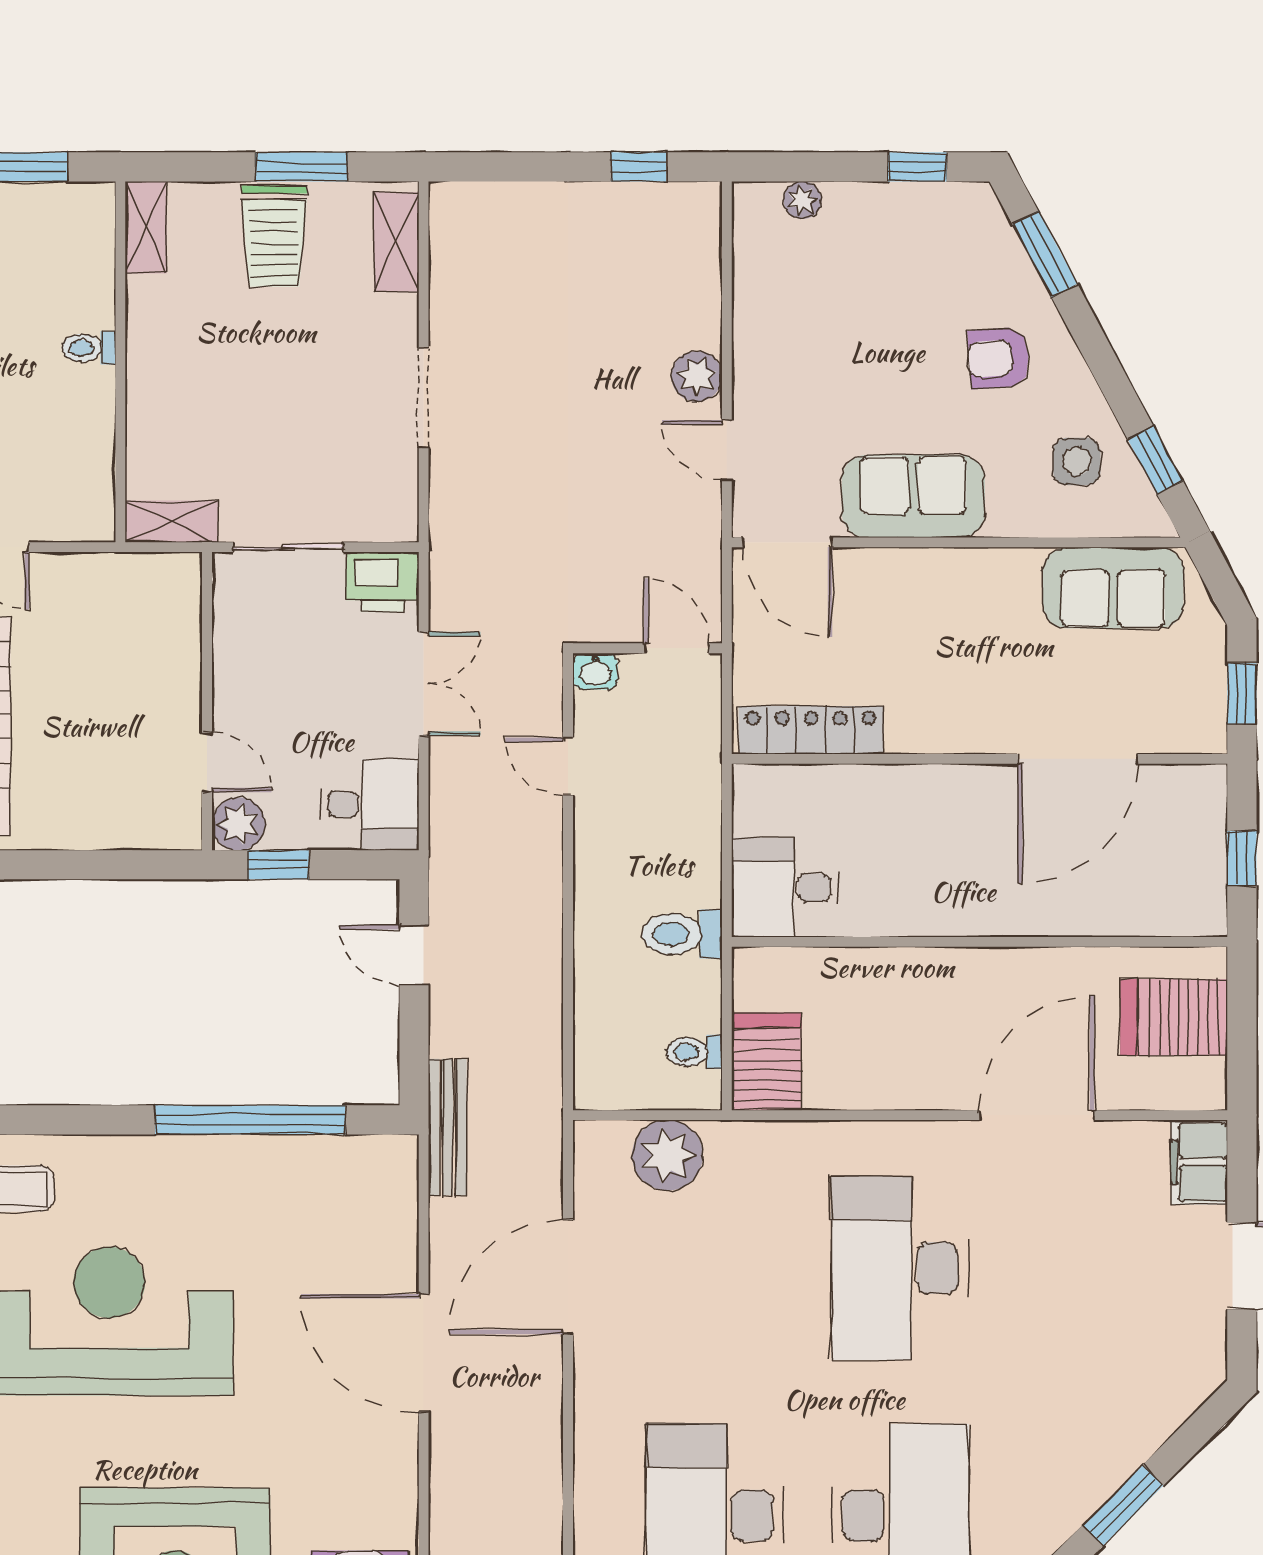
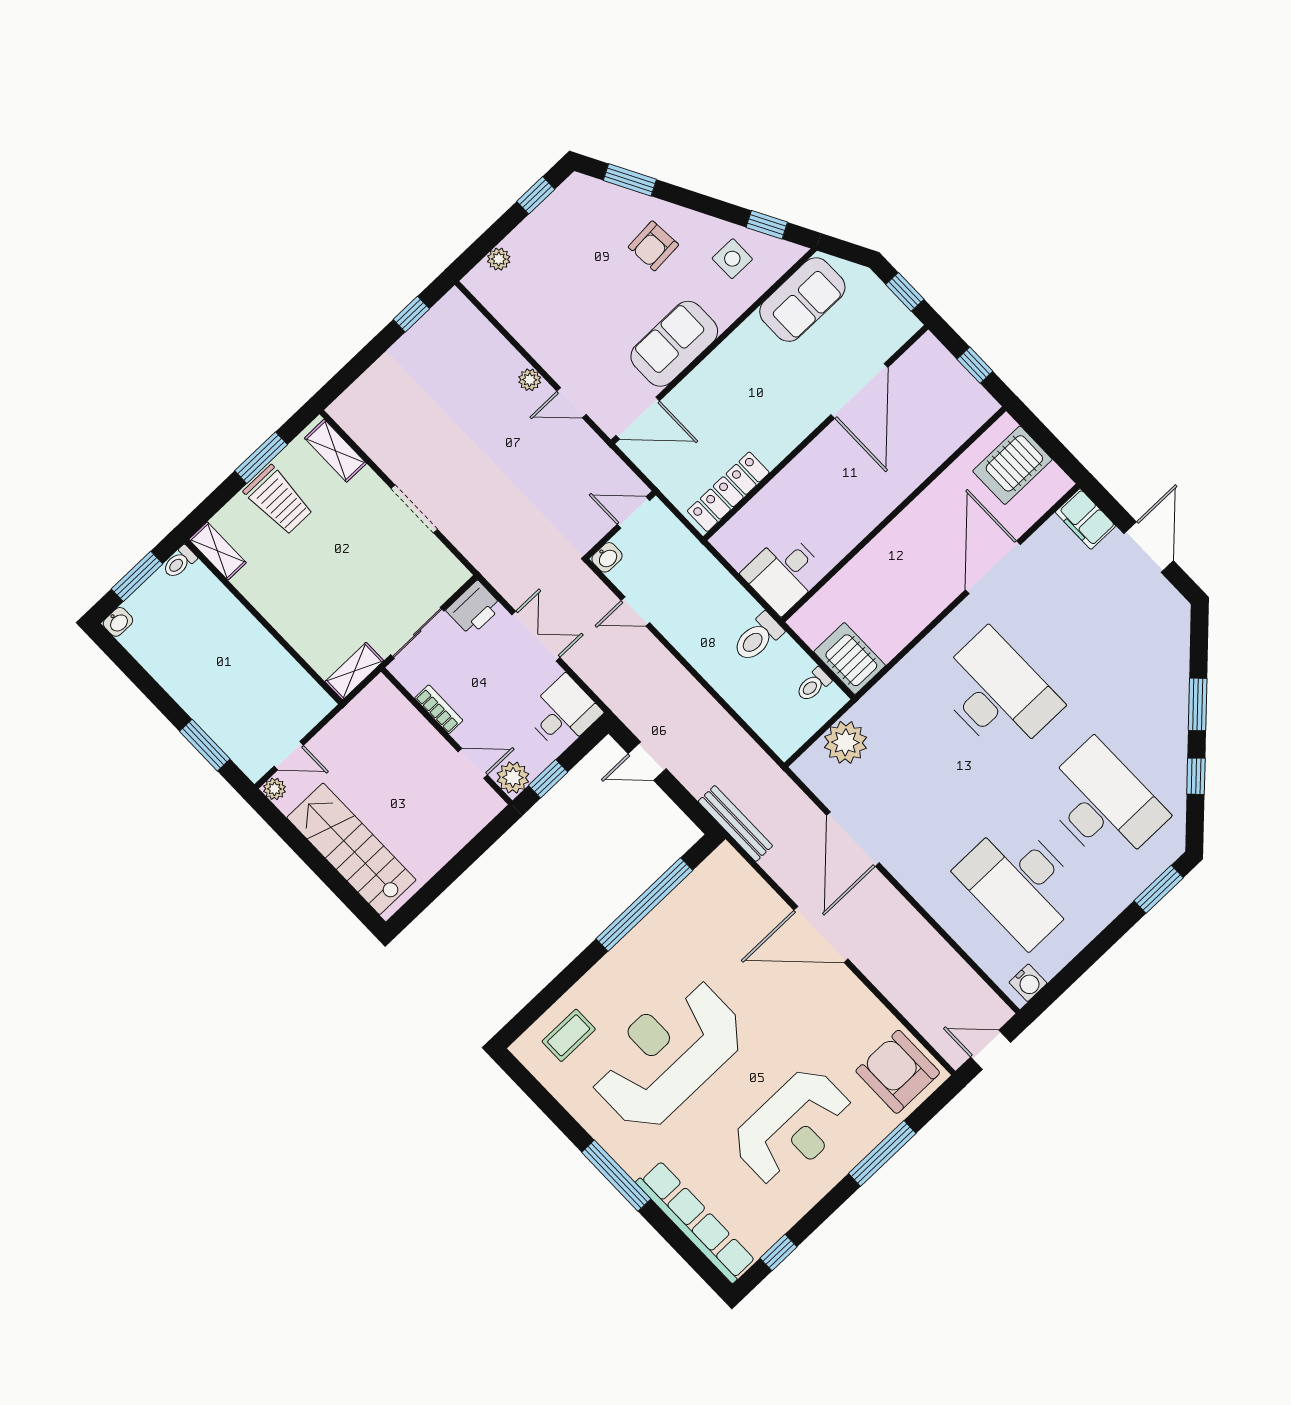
toilet: (89, 348) -> (179, 562), moved
plant: (697, 376) -> (530, 380), width x0.73, depth x0.73
bookcase: (228, 661) -> (439, 709), added
desk: (900, 1268) -> (997, 694), turned 180

